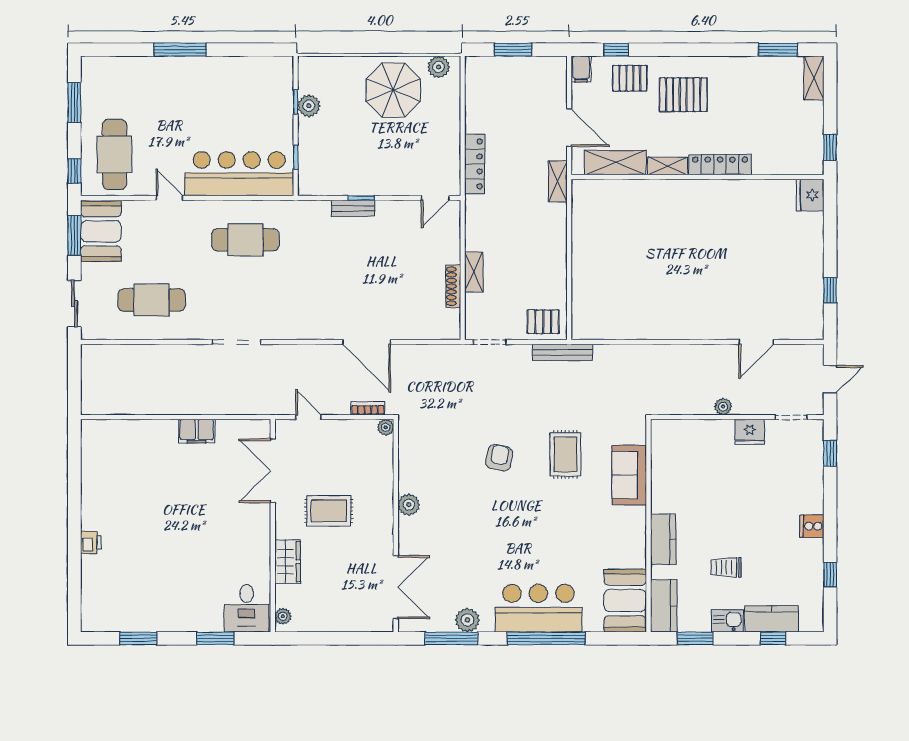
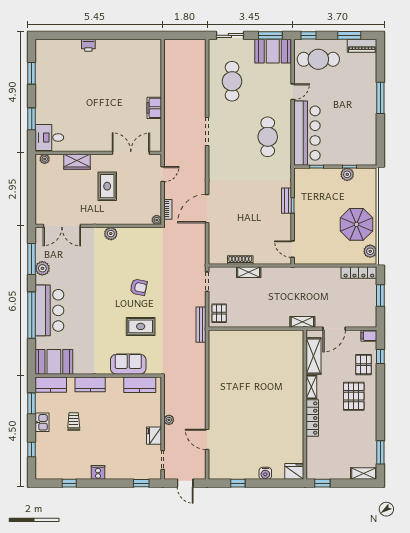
piano: (92, 81) -> (362, 46), added
locker: (475, 164) -> (359, 273), moved
water cooler: (813, 244) -> (265, 473), added
kitchen counter: (771, 619) -> (140, 385), moved, turned 90

